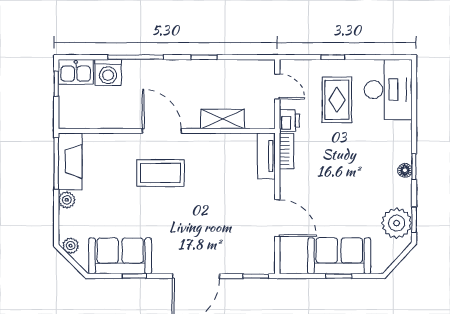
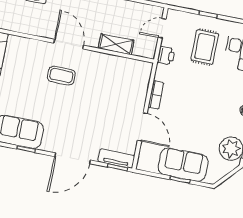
door: (277, 87) -> (162, 28), swing flipped
bookcase: (287, 151) -> (156, 95), moved
tv unit: (266, 156) -> (116, 159), moved, turned 90
coffee table: (160, 173) -> (61, 76), width x0.73, depth x0.77

